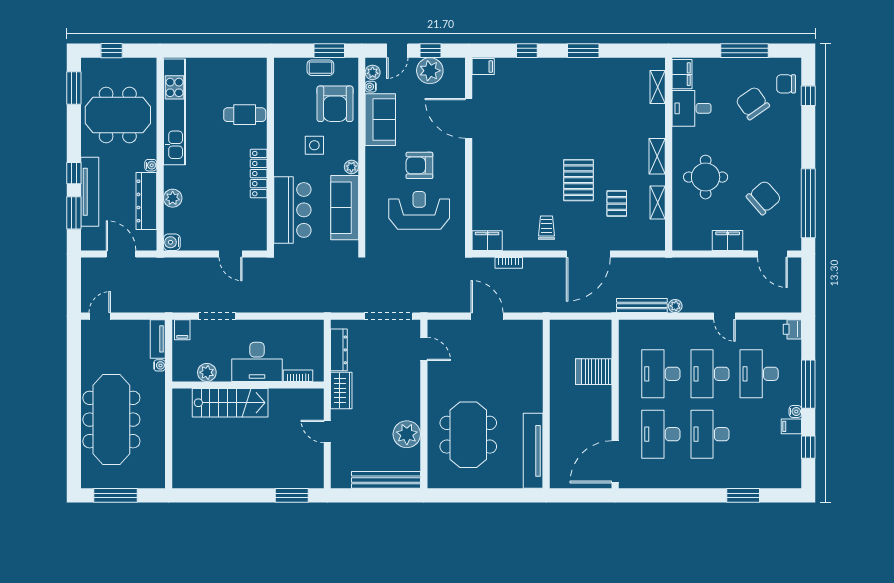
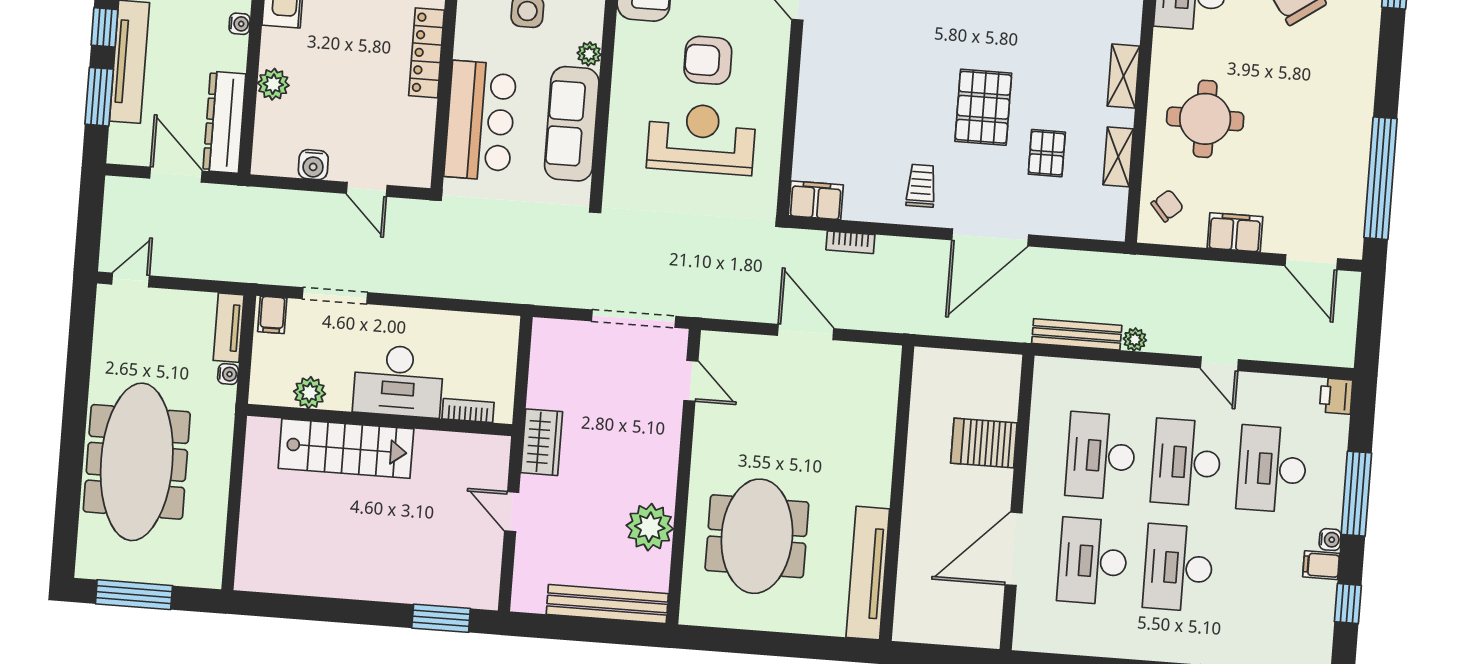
chair: (764, 198) -> (1167, 206), moved, width x0.54, depth x0.54
dresser: (146, 201) -> (224, 122), moved
water cooler: (172, 242) -> (313, 165), moved, turned -90
dresser: (339, 350) -> (543, 371), removed
door: (615, 462) -> (1014, 549), moved

